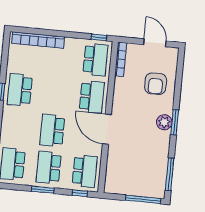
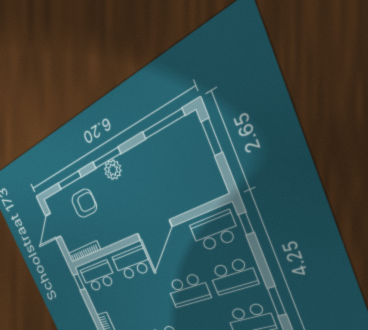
window: (178, 82) -> (70, 180), added
window: (43, 190) -> (277, 301), moved
window: (143, 199) -> (212, 137), width x0.69

